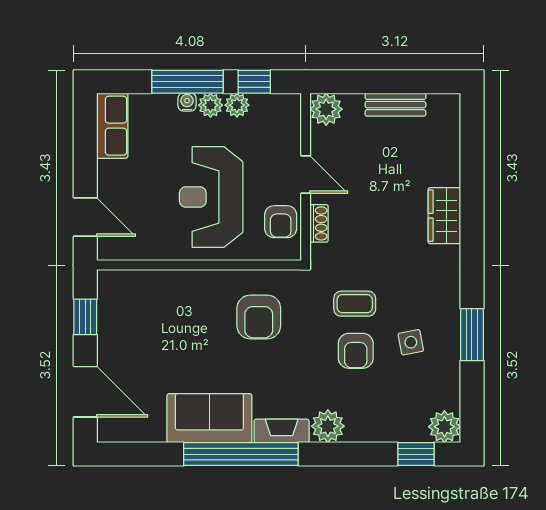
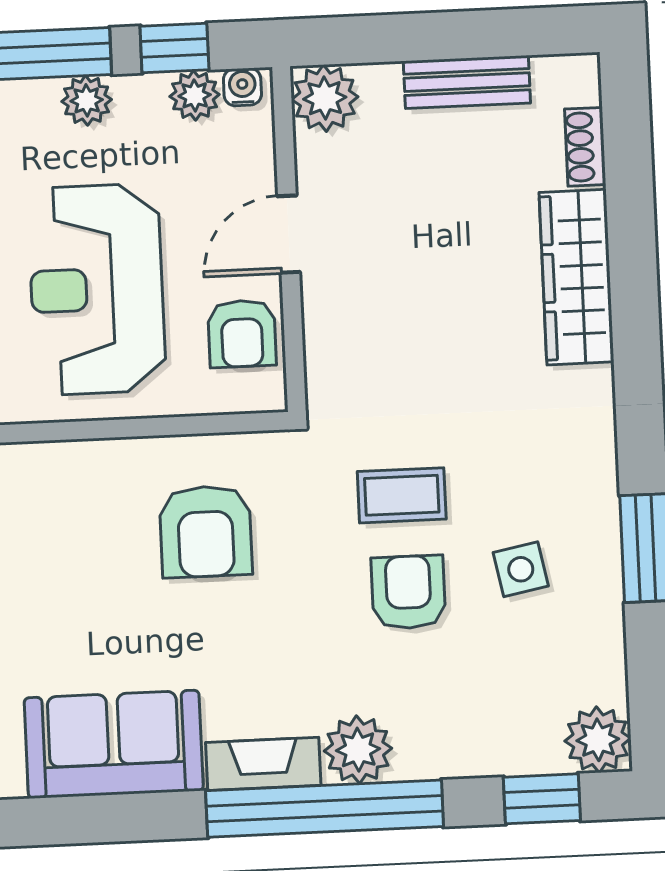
water cooler: (187, 102) -> (242, 87), moved
plant: (237, 105) -> (195, 95), moved
door: (306, 174) -> (289, 234), swing flipped
wardrobe: (444, 216) -> (576, 277), width x1.50
shoe rack: (319, 223) -> (585, 147), moved, turned 180
armchair: (356, 351) -> (408, 592), turned 180
window: (241, 454) -> (325, 809), moved

